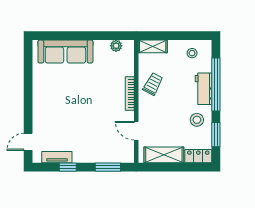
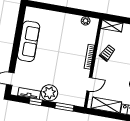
sofa: (65, 52) -> (29, 41), moved, turned -90
door: (136, 131) -> (89, 84), swing flipped
plant: (84, 152) -> (49, 93), added

